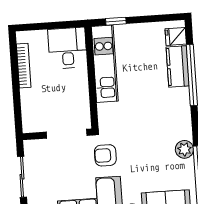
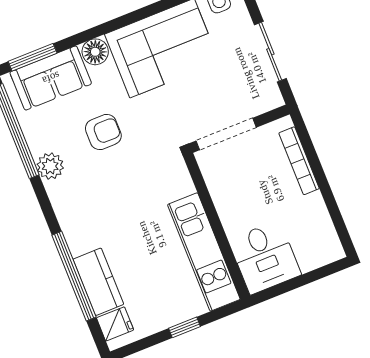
window: (116, 21) -> (185, 327), moved
bookcase: (24, 66) -> (299, 161), moved
armchair: (105, 155) -> (103, 132), moved

